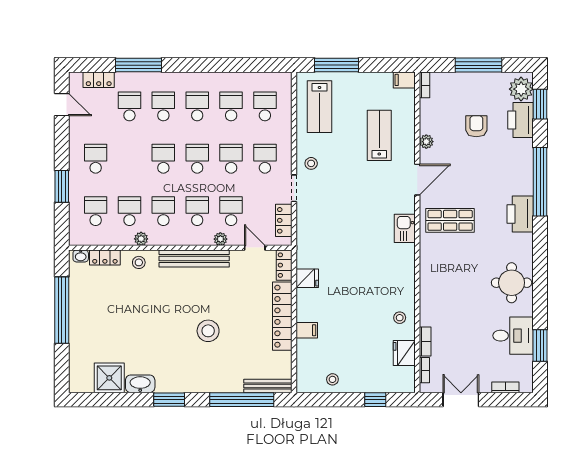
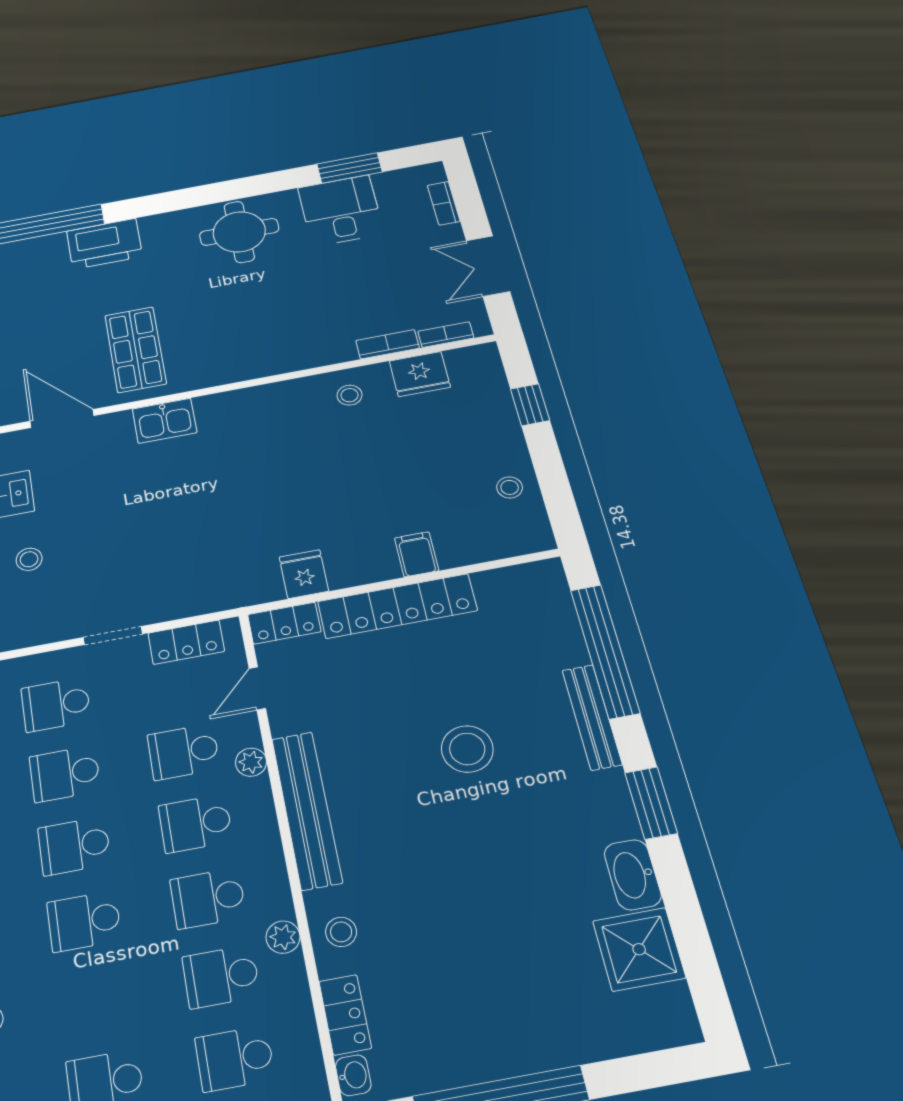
stool: (311, 163) -> (29, 559), moved
bench: (268, 386) -> (592, 717), moved

